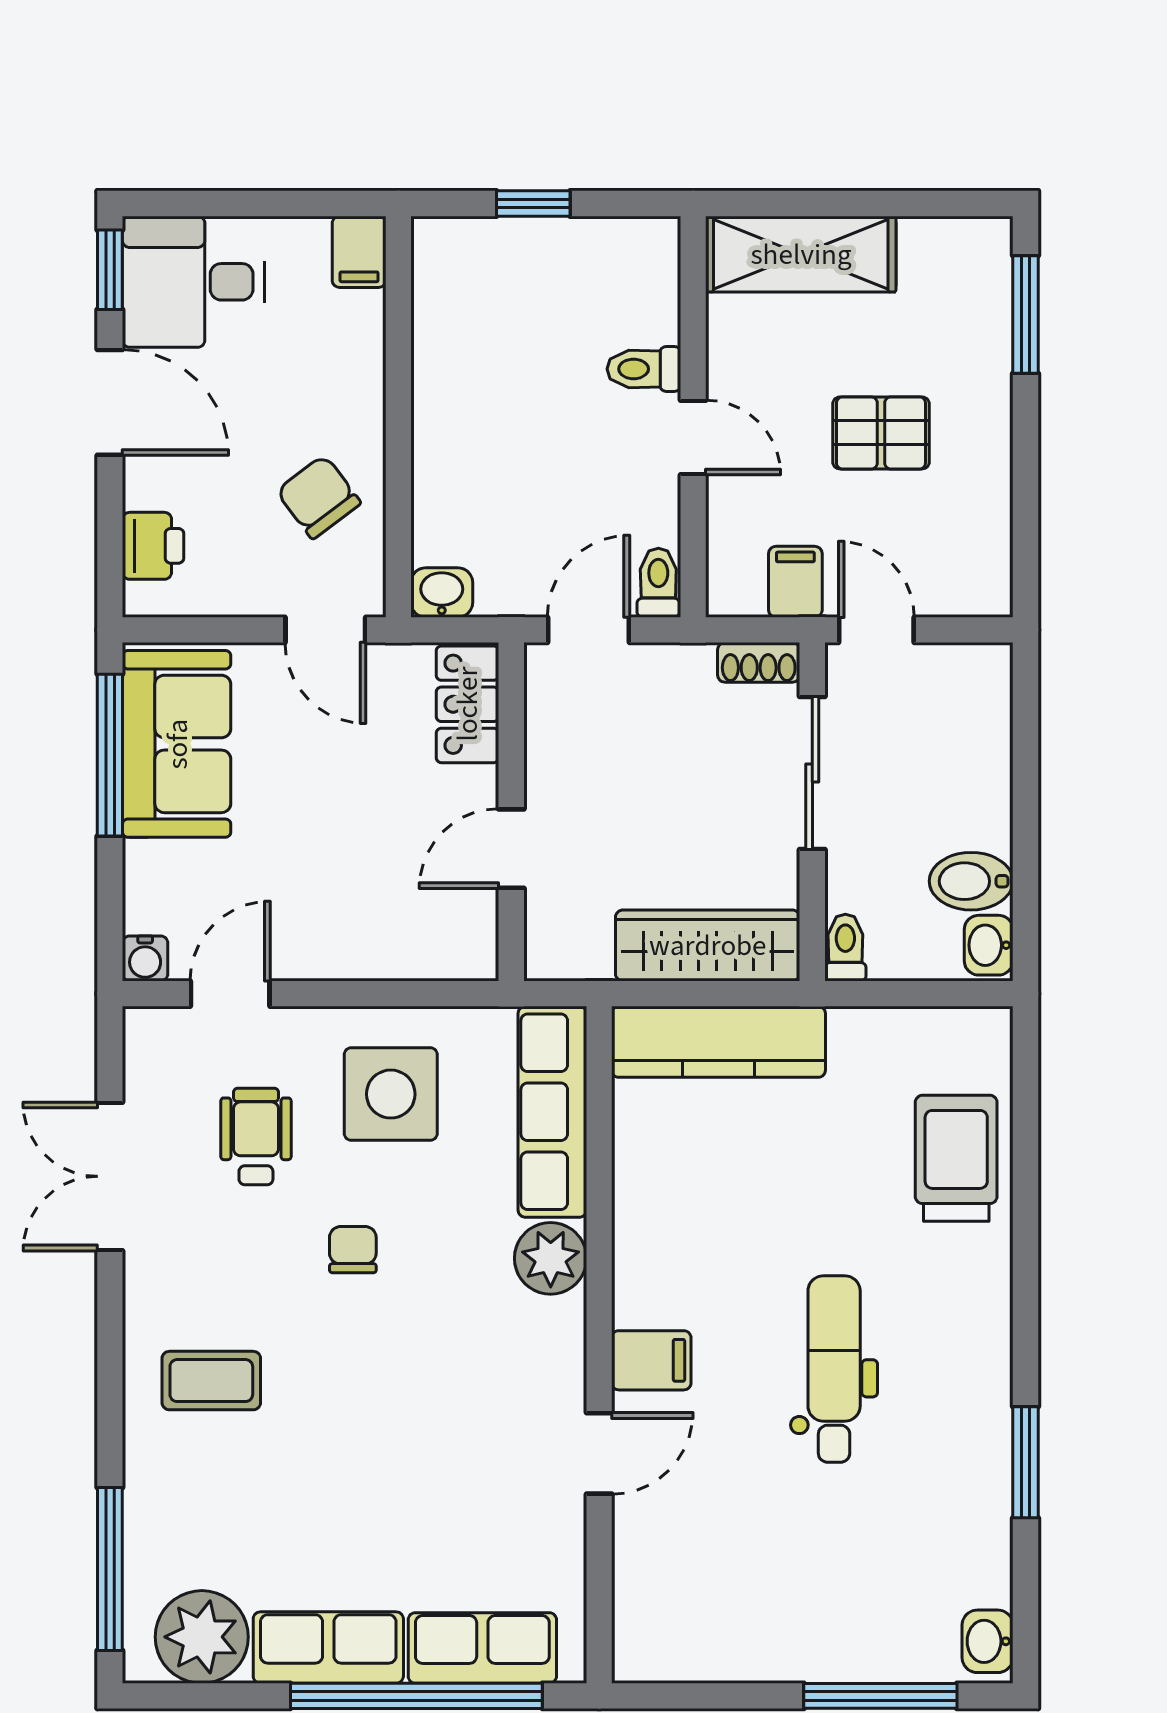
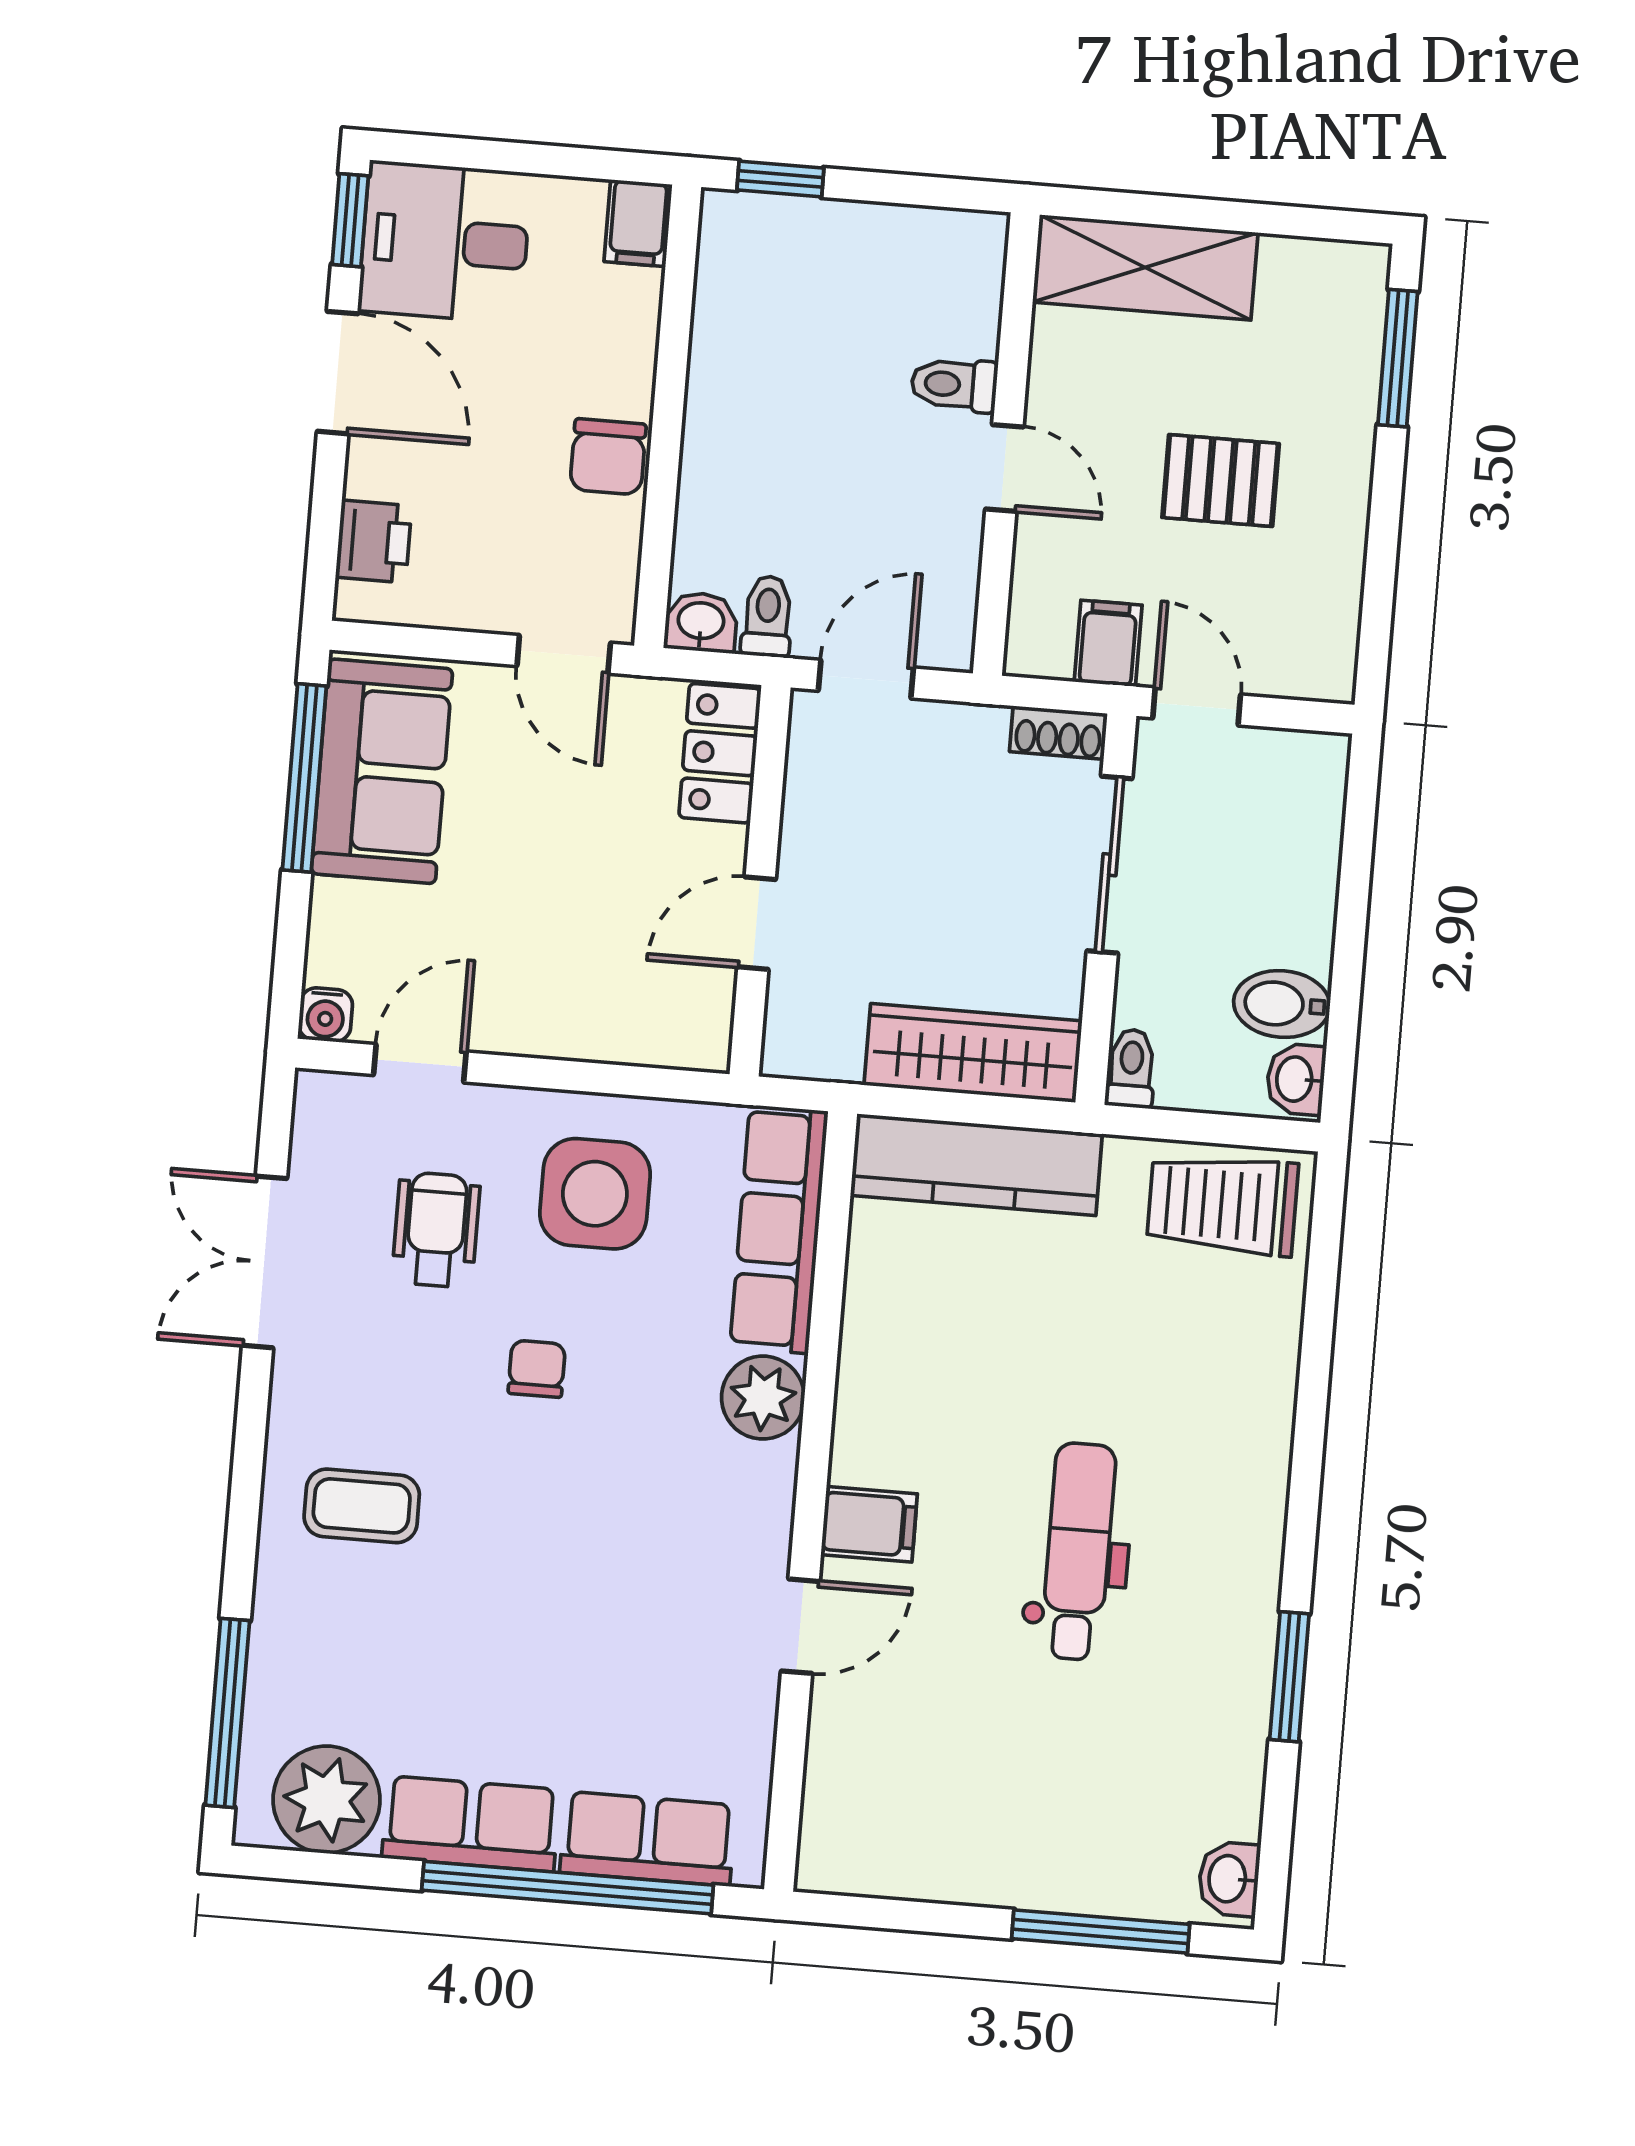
window: (533, 204) -> (780, 179), moved
chair: (319, 497) -> (608, 457), moved, turned -143
toilet: (658, 583) -> (767, 616), moved
trolley: (956, 1158) -> (1222, 1204), moved, turned -90

